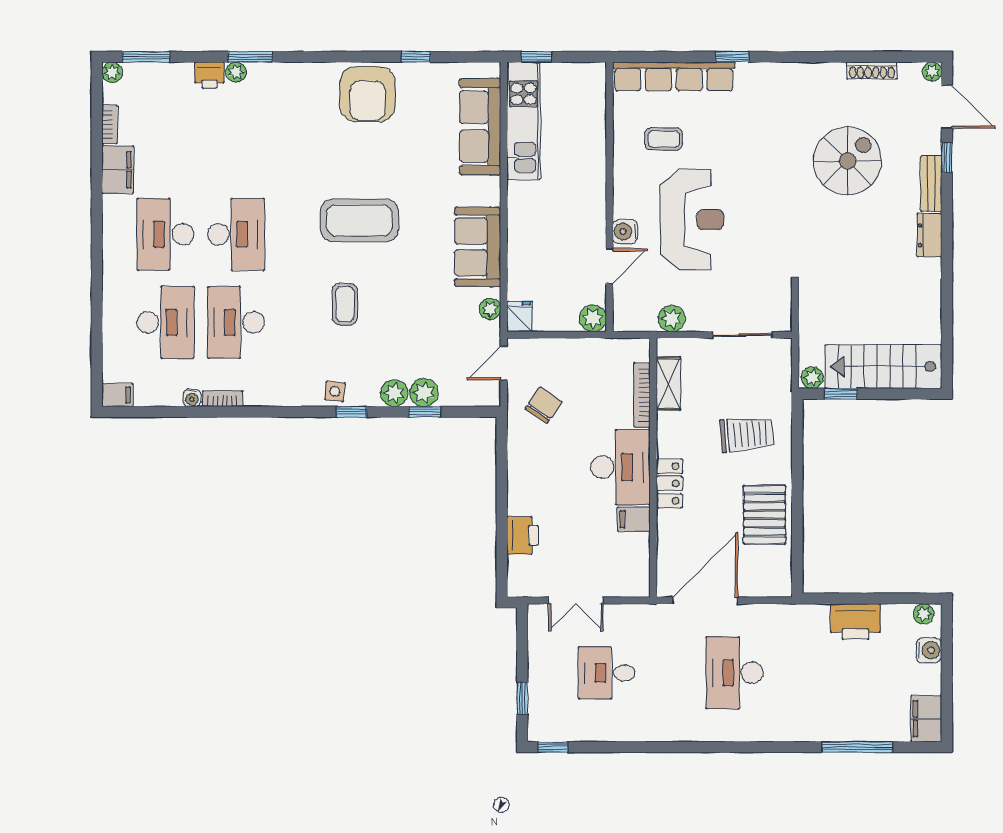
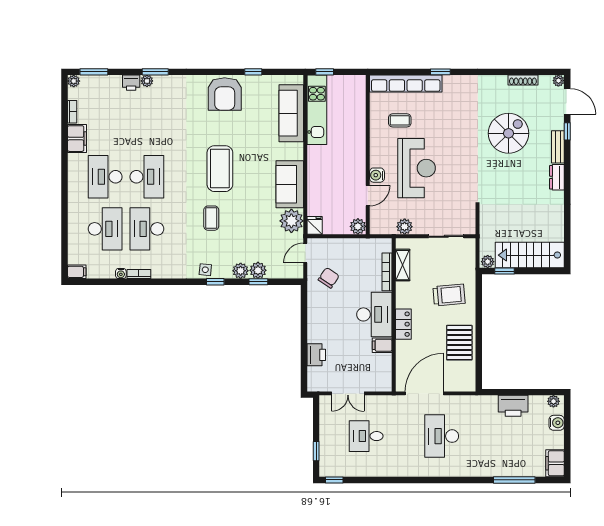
coffee table: (359, 220) -> (220, 169), turned 90
plant: (490, 309) -> (291, 221), width x1.88, depth x1.88

